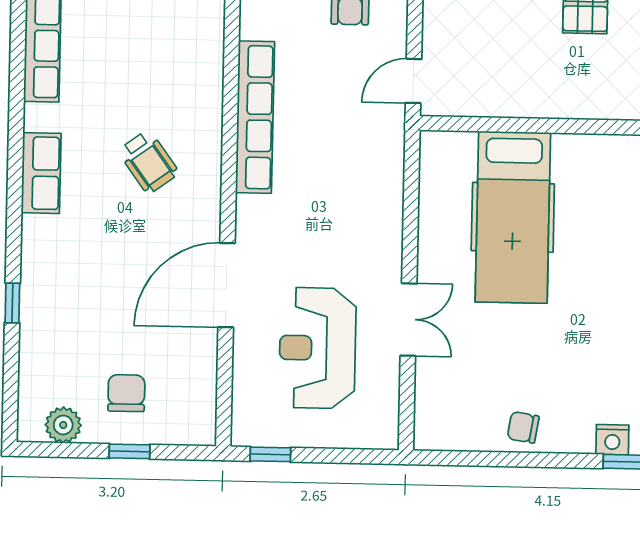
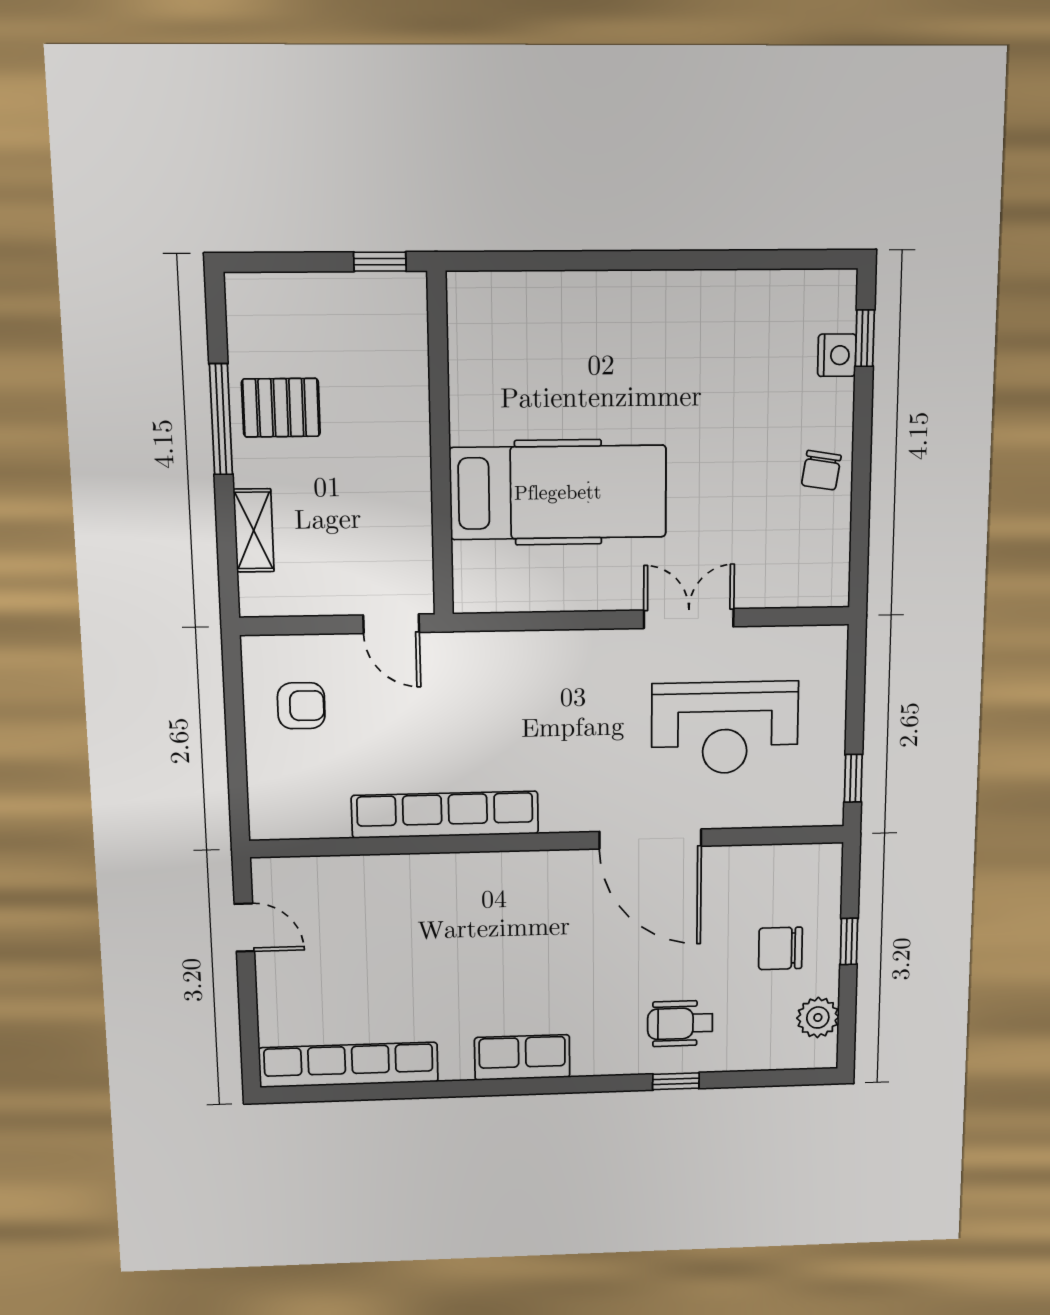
wheelchair: (148, 162) -> (680, 1023), moved, turned -144

